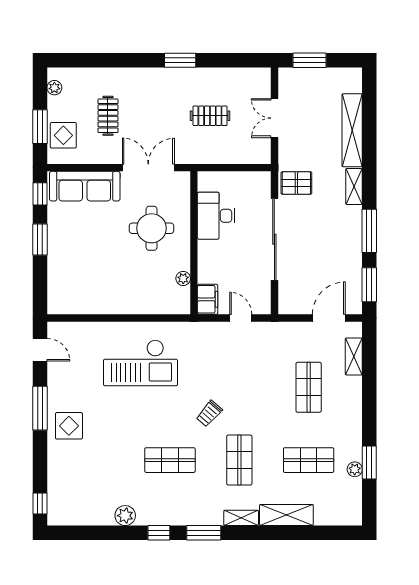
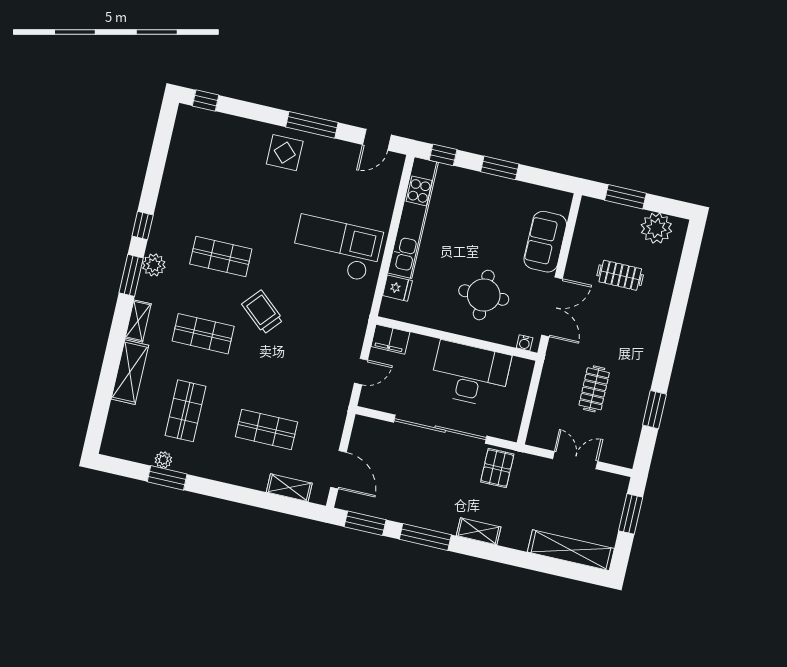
window: (180, 60) -> (654, 410), moved
plant: (54, 88) -> (656, 228), width x1.87, depth x1.87
shelving: (352, 130) -> (571, 550), moved
display table: (63, 135) -> (610, 220), removed
water cooler: (184, 184) -> (525, 343), added
sofa: (85, 186) -> (545, 242), width x0.73
window: (40, 194) -> (443, 155), moved
desk: (216, 216) -> (470, 374), width x1.36, depth x1.30
plant: (183, 278) -> (420, 317), removed
fridge: (163, 303) -> (397, 288), added
kitchen unit: (99, 304) -> (413, 218), added
checkout: (140, 363) -> (337, 248), turned 90
trolley: (209, 414) -> (263, 312), width x1.36, depth x1.39
shop shelf: (170, 460) -> (221, 256), turned 90
plant: (125, 516) -> (154, 265), moved

